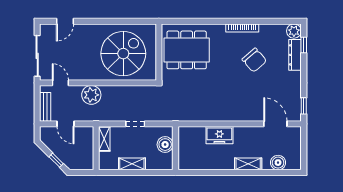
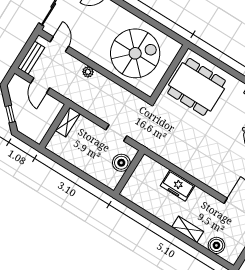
plant: (91, 95) -> (88, 72), width x0.53, depth x0.53
doorway: (135, 124) -> (116, 133), moved
shelving: (132, 164) -> (79, 162), removed

